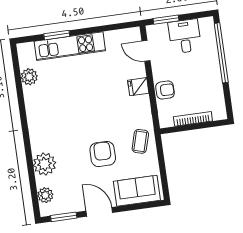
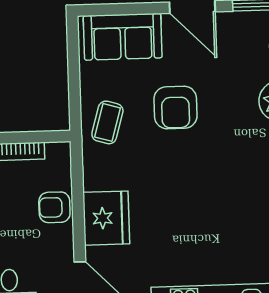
fridge: (138, 87) -> (106, 218), width x1.88, depth x1.34

